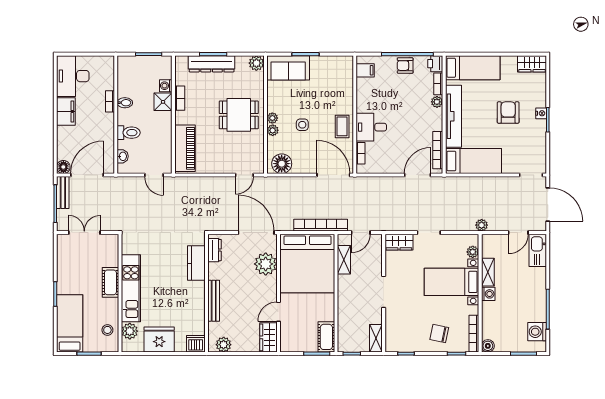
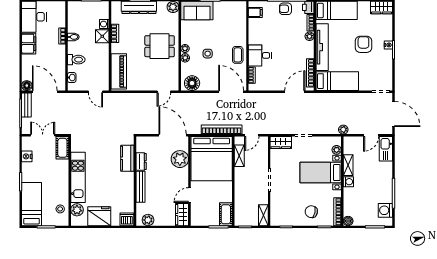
door: (87, 175) -> (45, 92), hinge flipped
dresser: (214, 250) -> (141, 161), moved
nightstand: (63, 261) -> (27, 156), added
cot: (110, 282) -> (62, 148), moved

